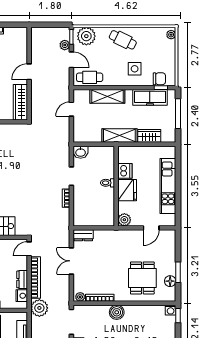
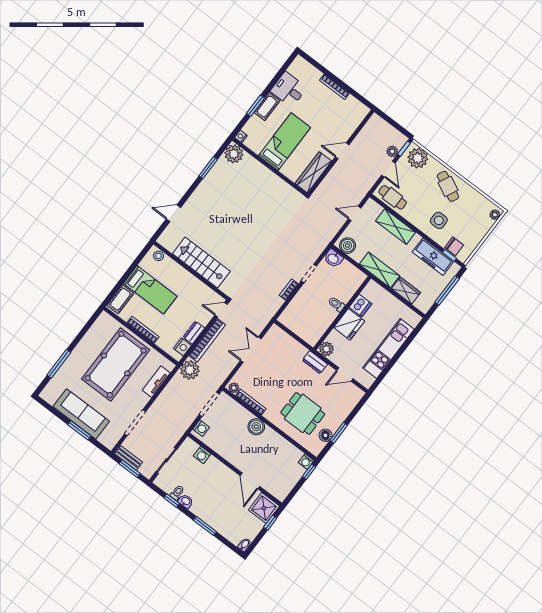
boiler: (84, 135) -> (348, 246), added
dresser: (83, 235) -> (315, 362), moved
dining table: (142, 278) -> (303, 413), turned 90

